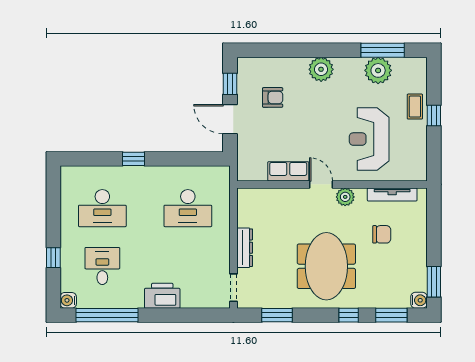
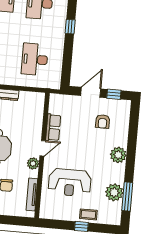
reception desk: (369, 139) -> (70, 183), turned 180

